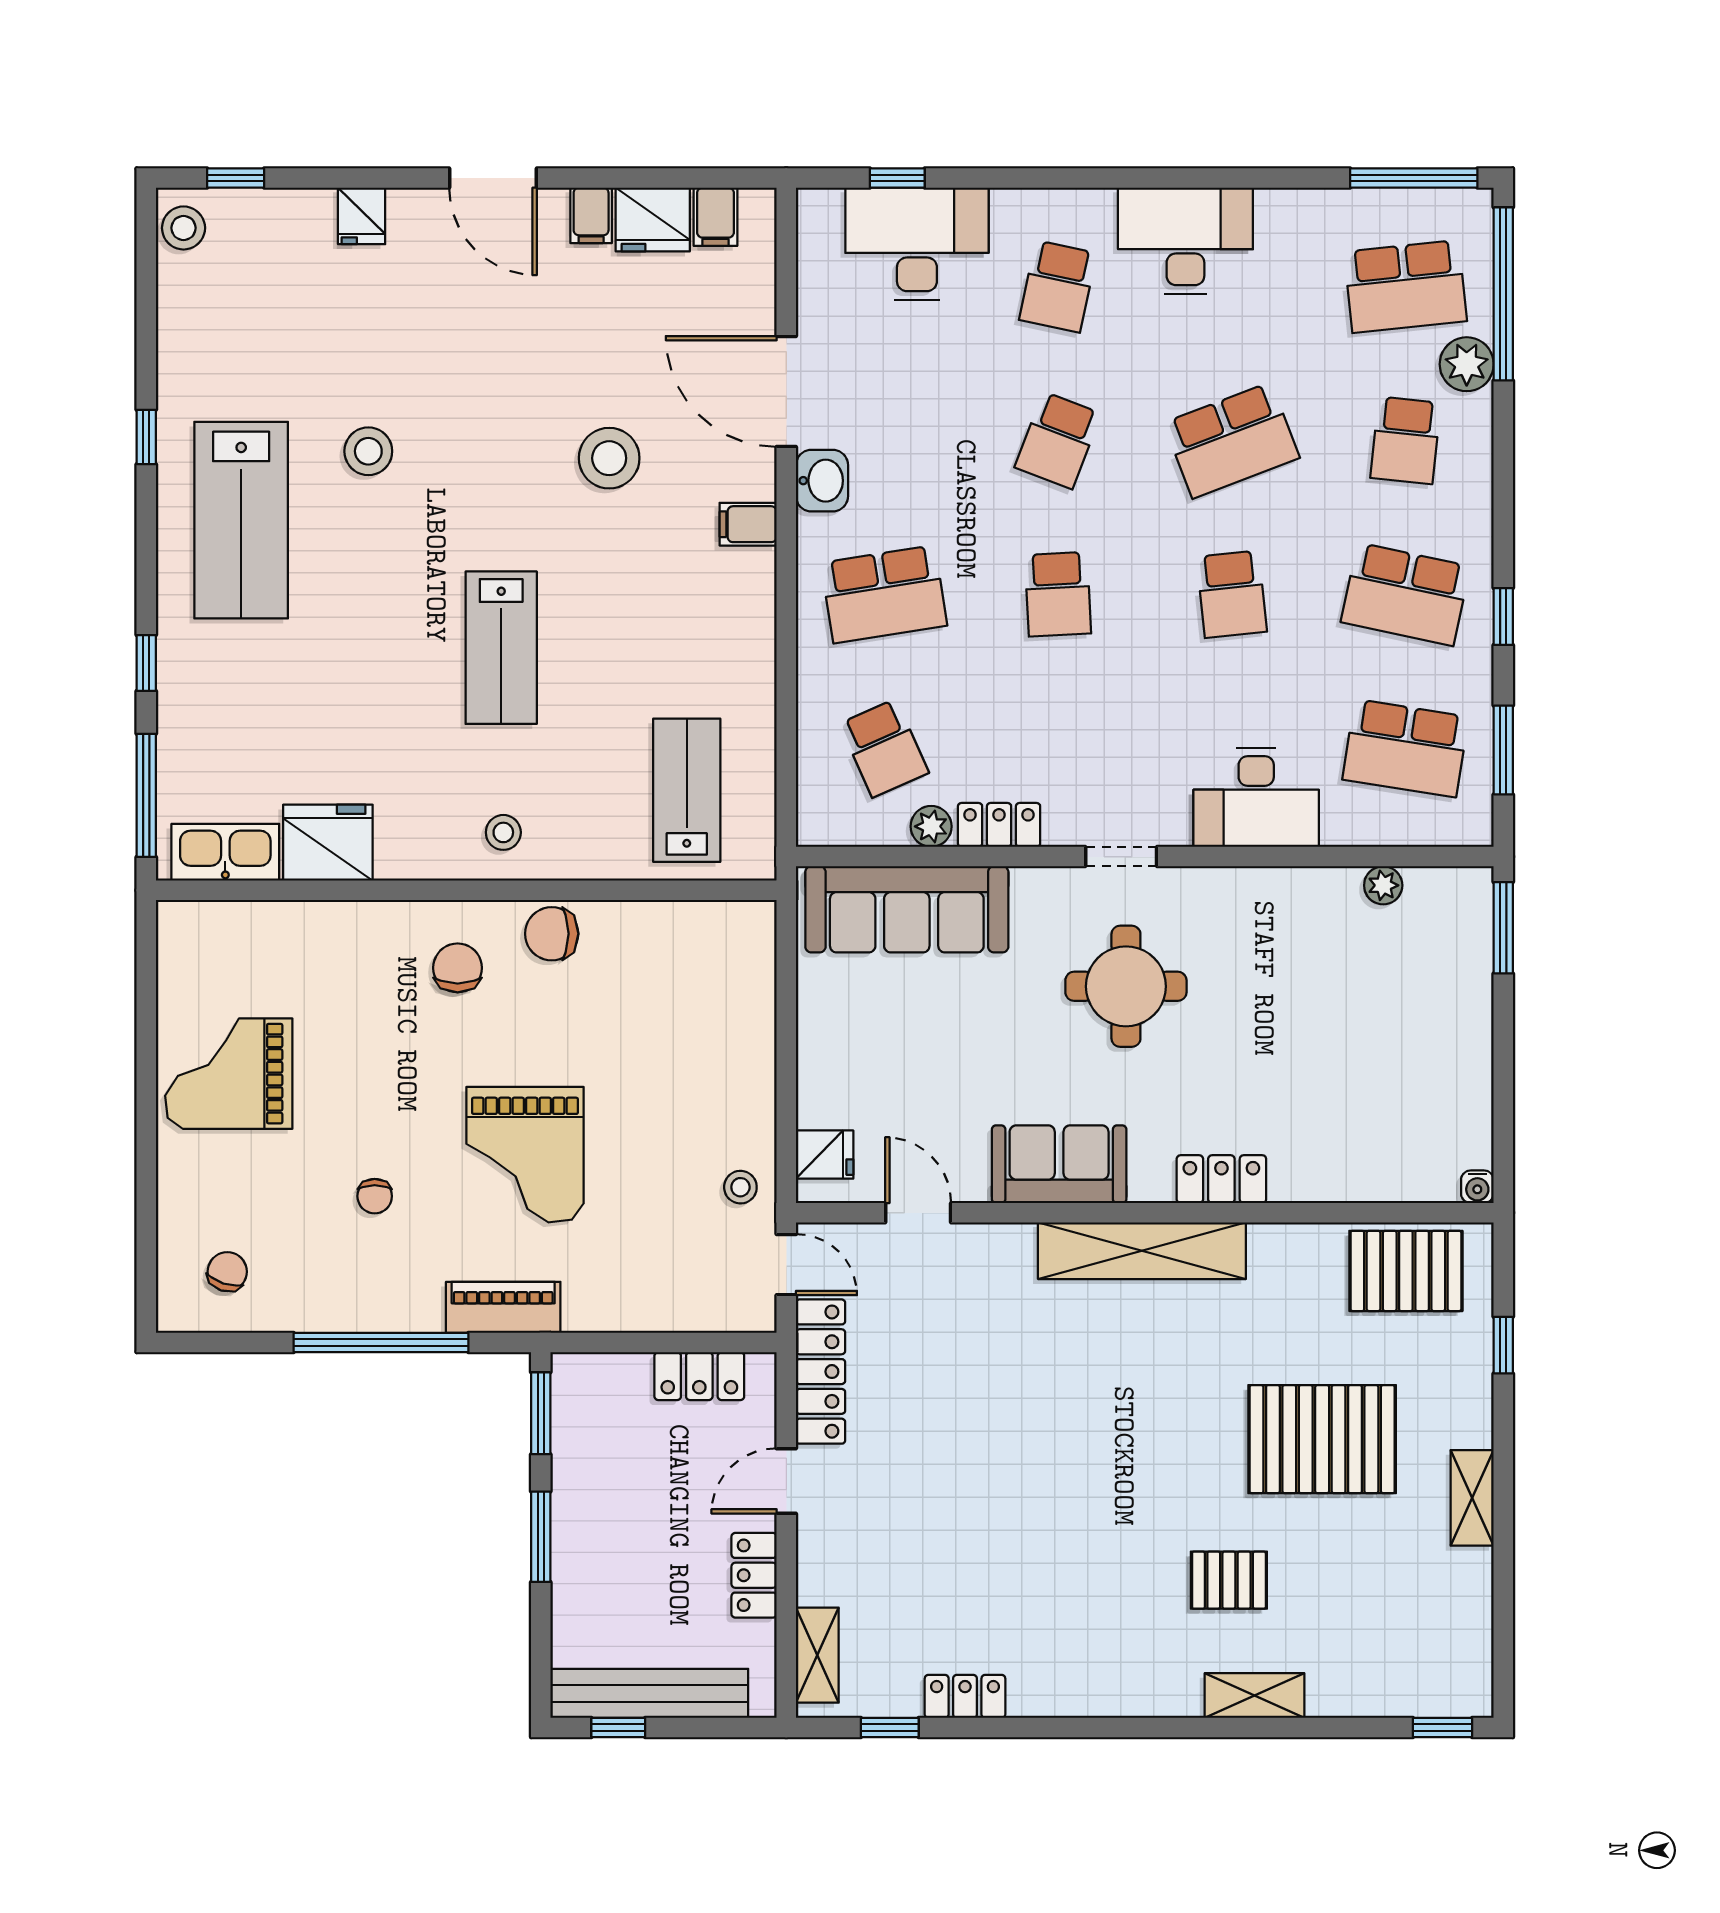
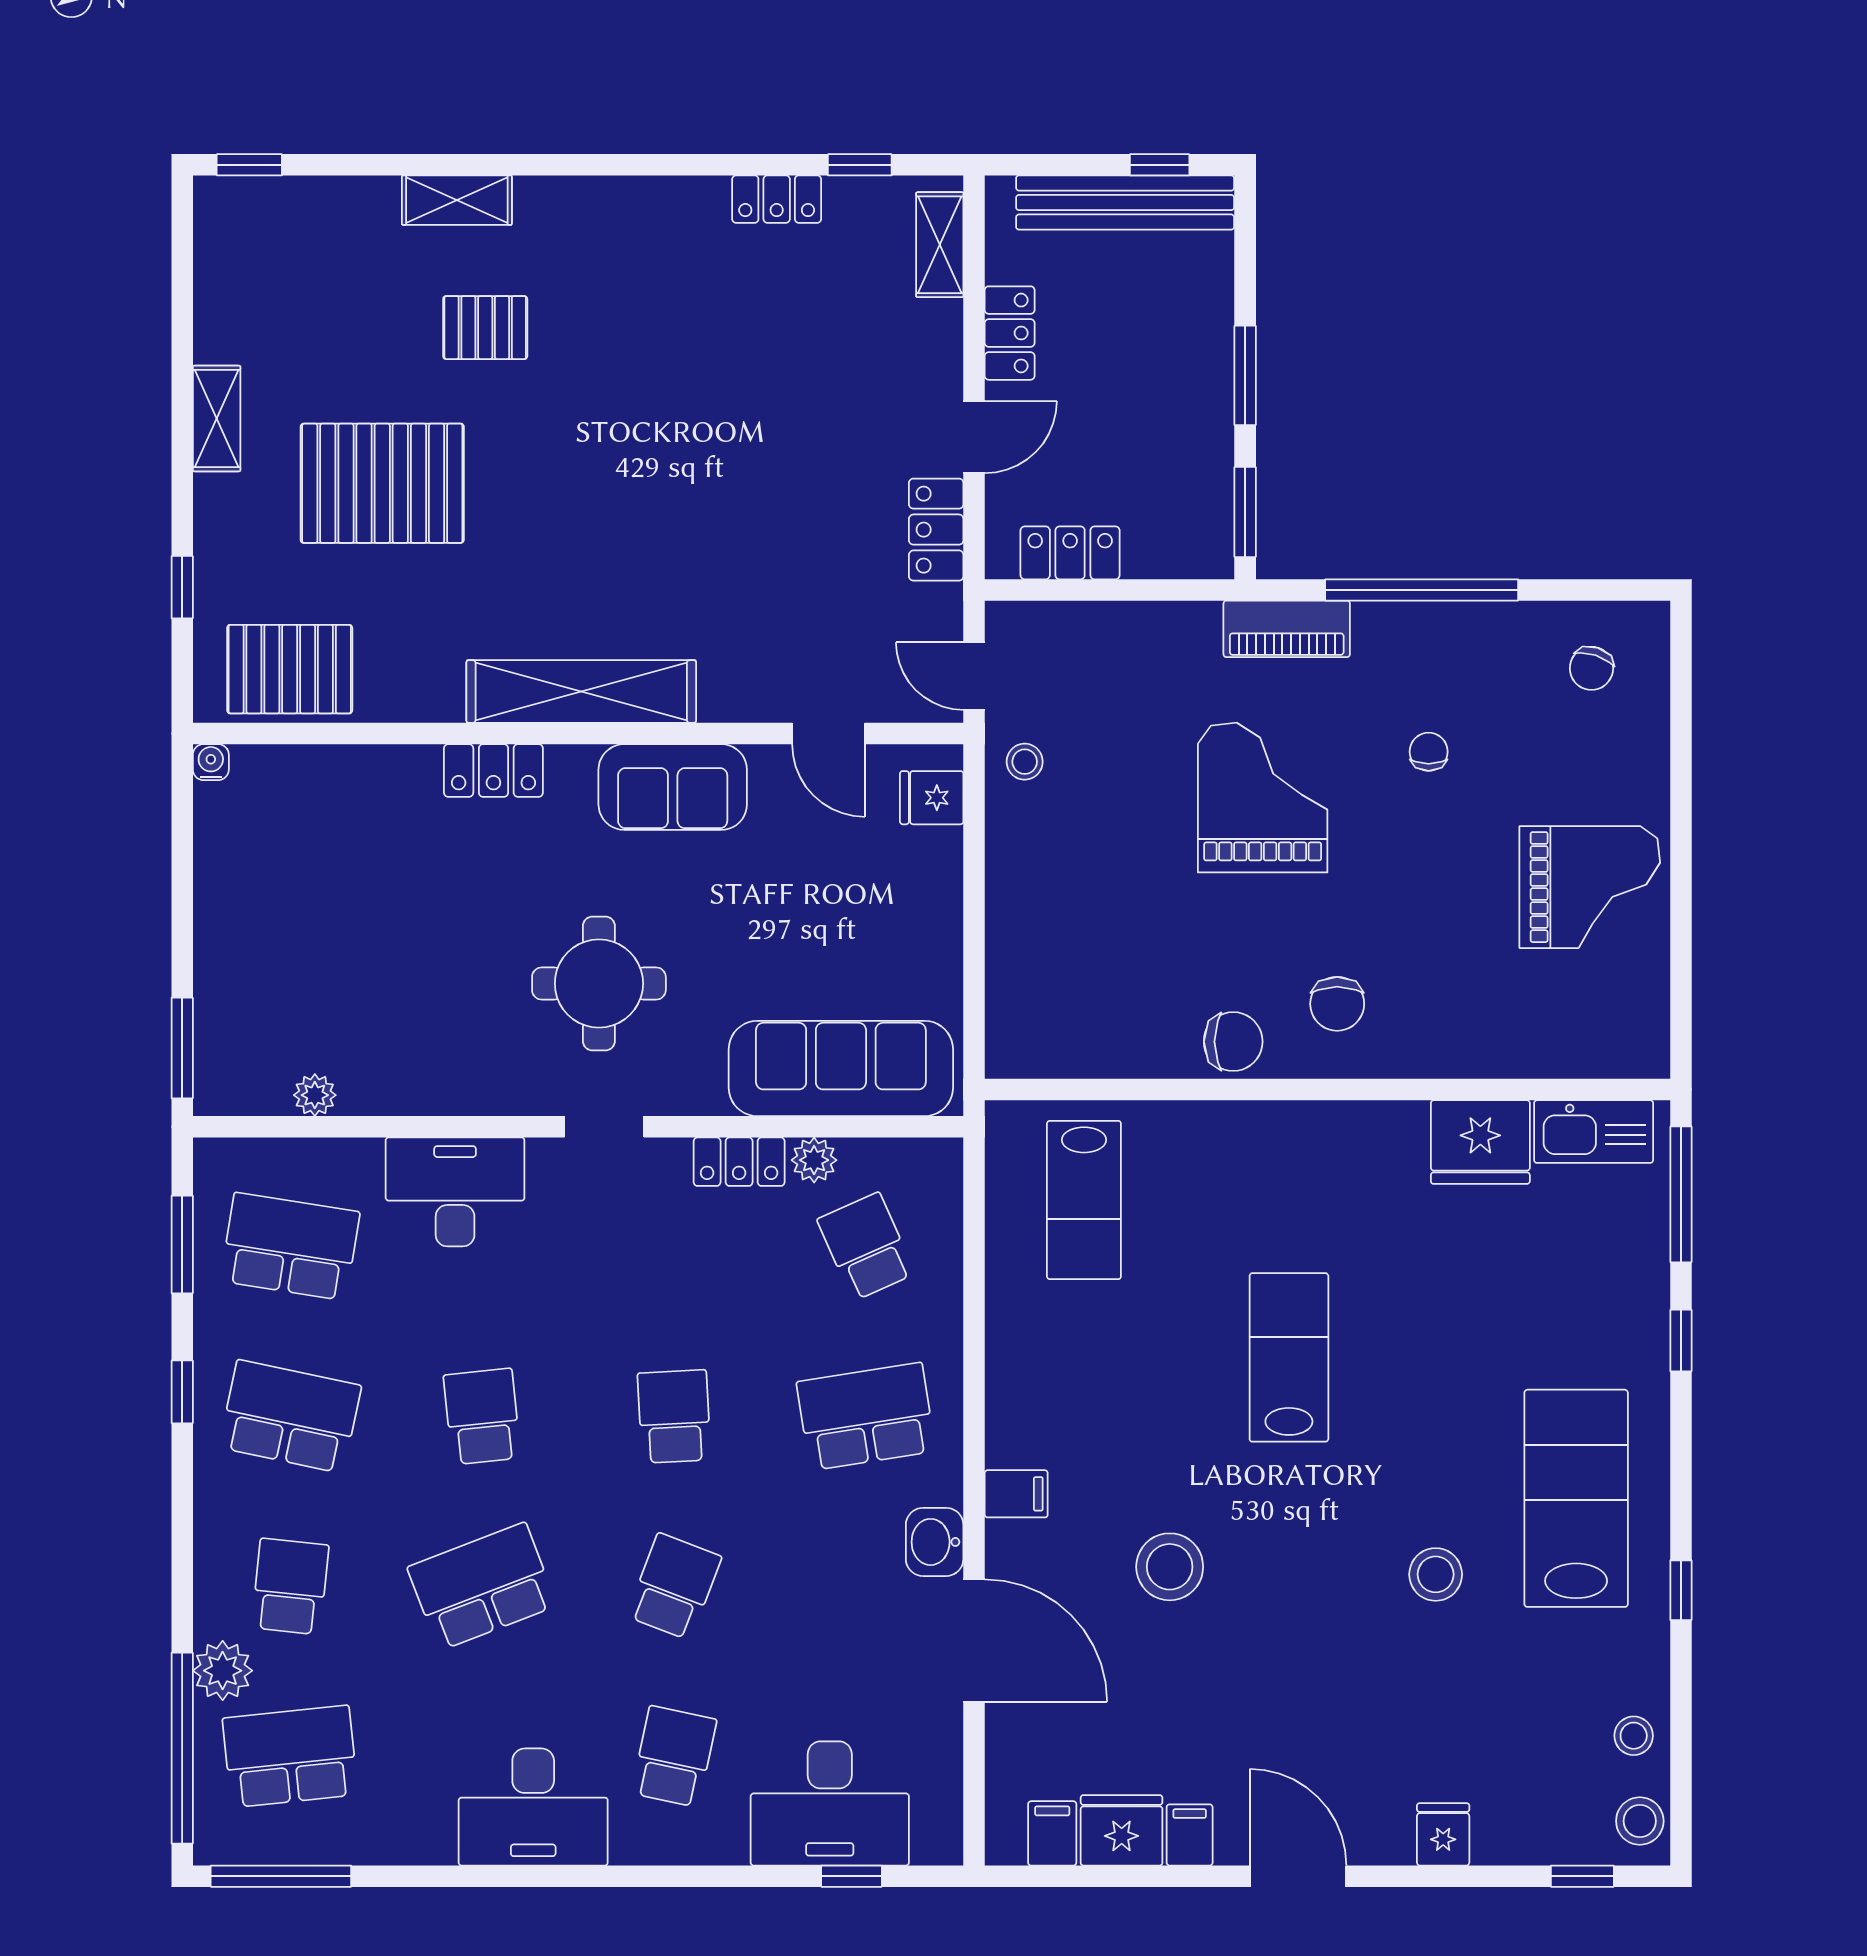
stool: (503, 832) -> (1634, 1736), moved
locker: (821, 1372) -> (936, 530), width x0.66

